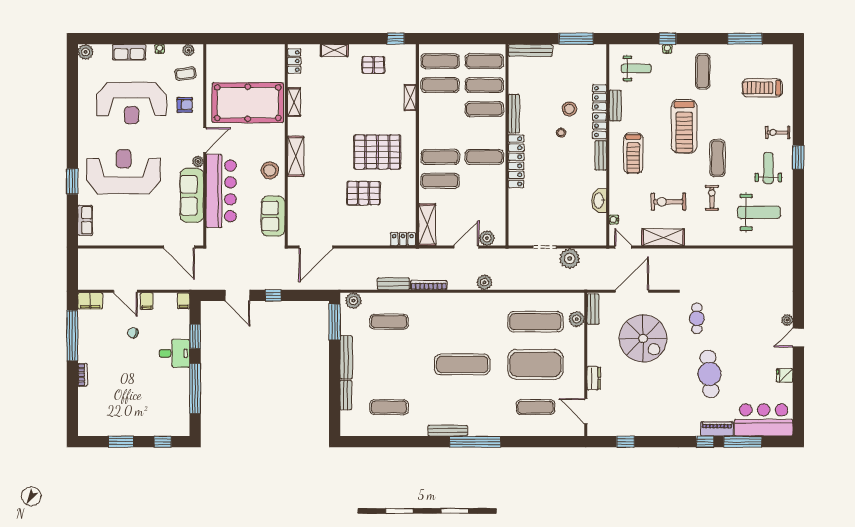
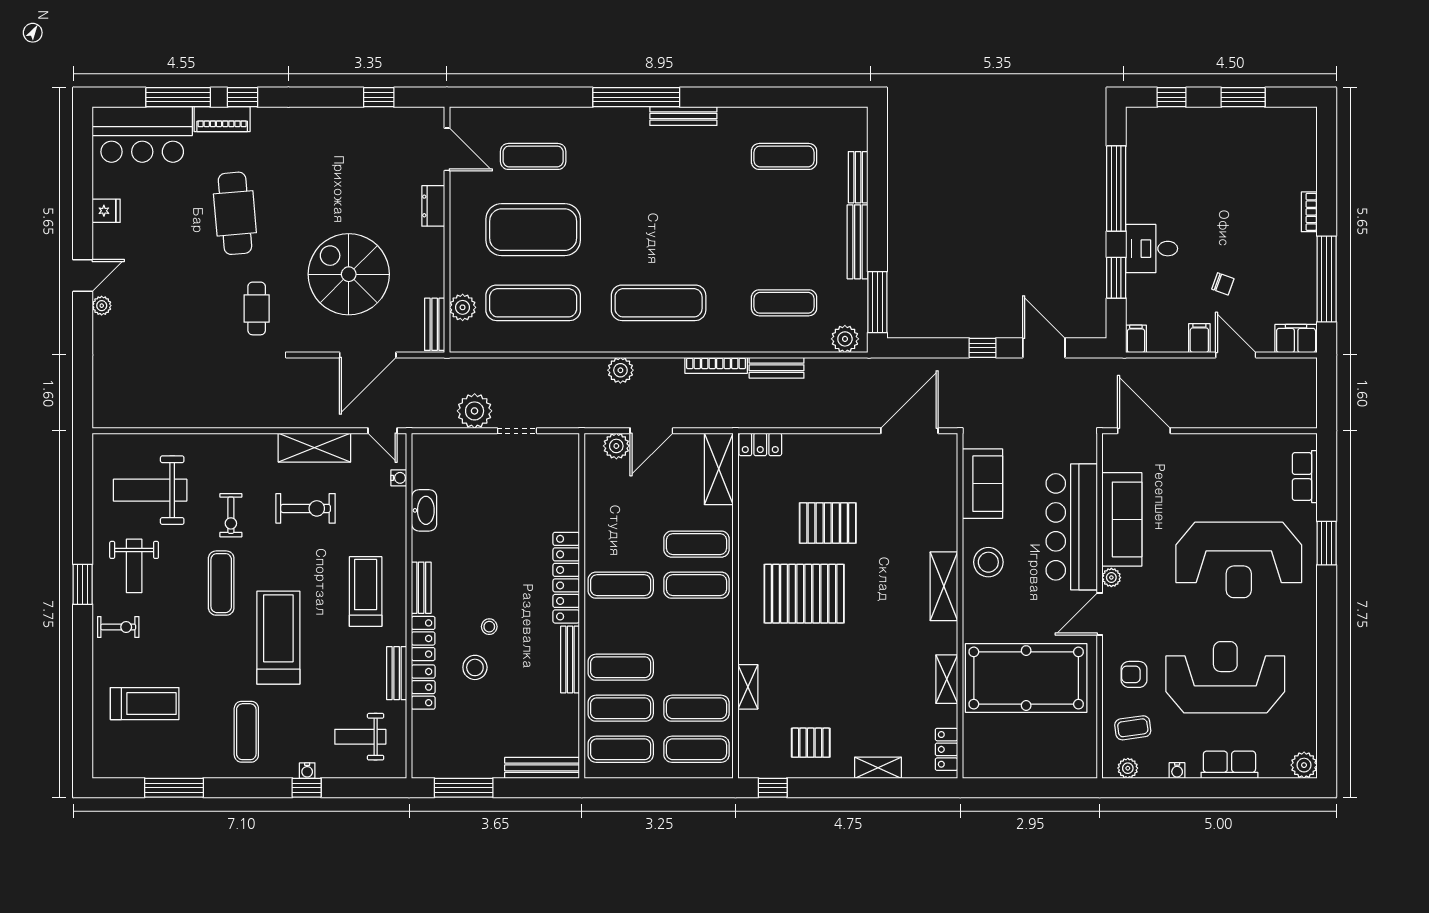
exercise mat: (462, 364) -> (659, 303), moved

